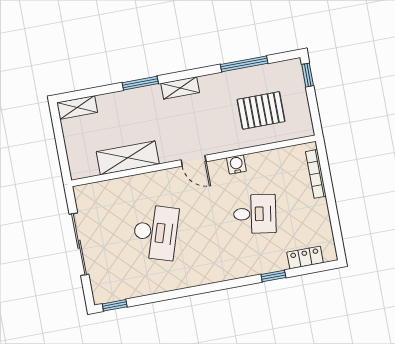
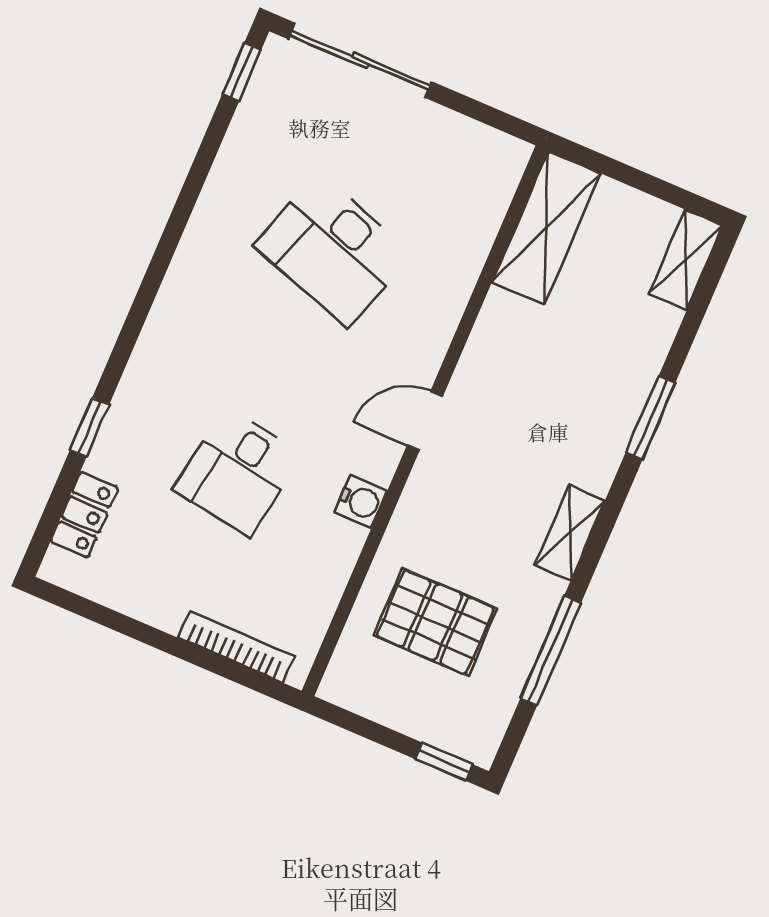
shelving: (180, 88) -> (570, 533), moved
pallet: (261, 110) -> (435, 622), turned 90
shelving: (128, 158) -> (546, 228), moved
sliding door: (79, 244) -> (360, 60), moved

